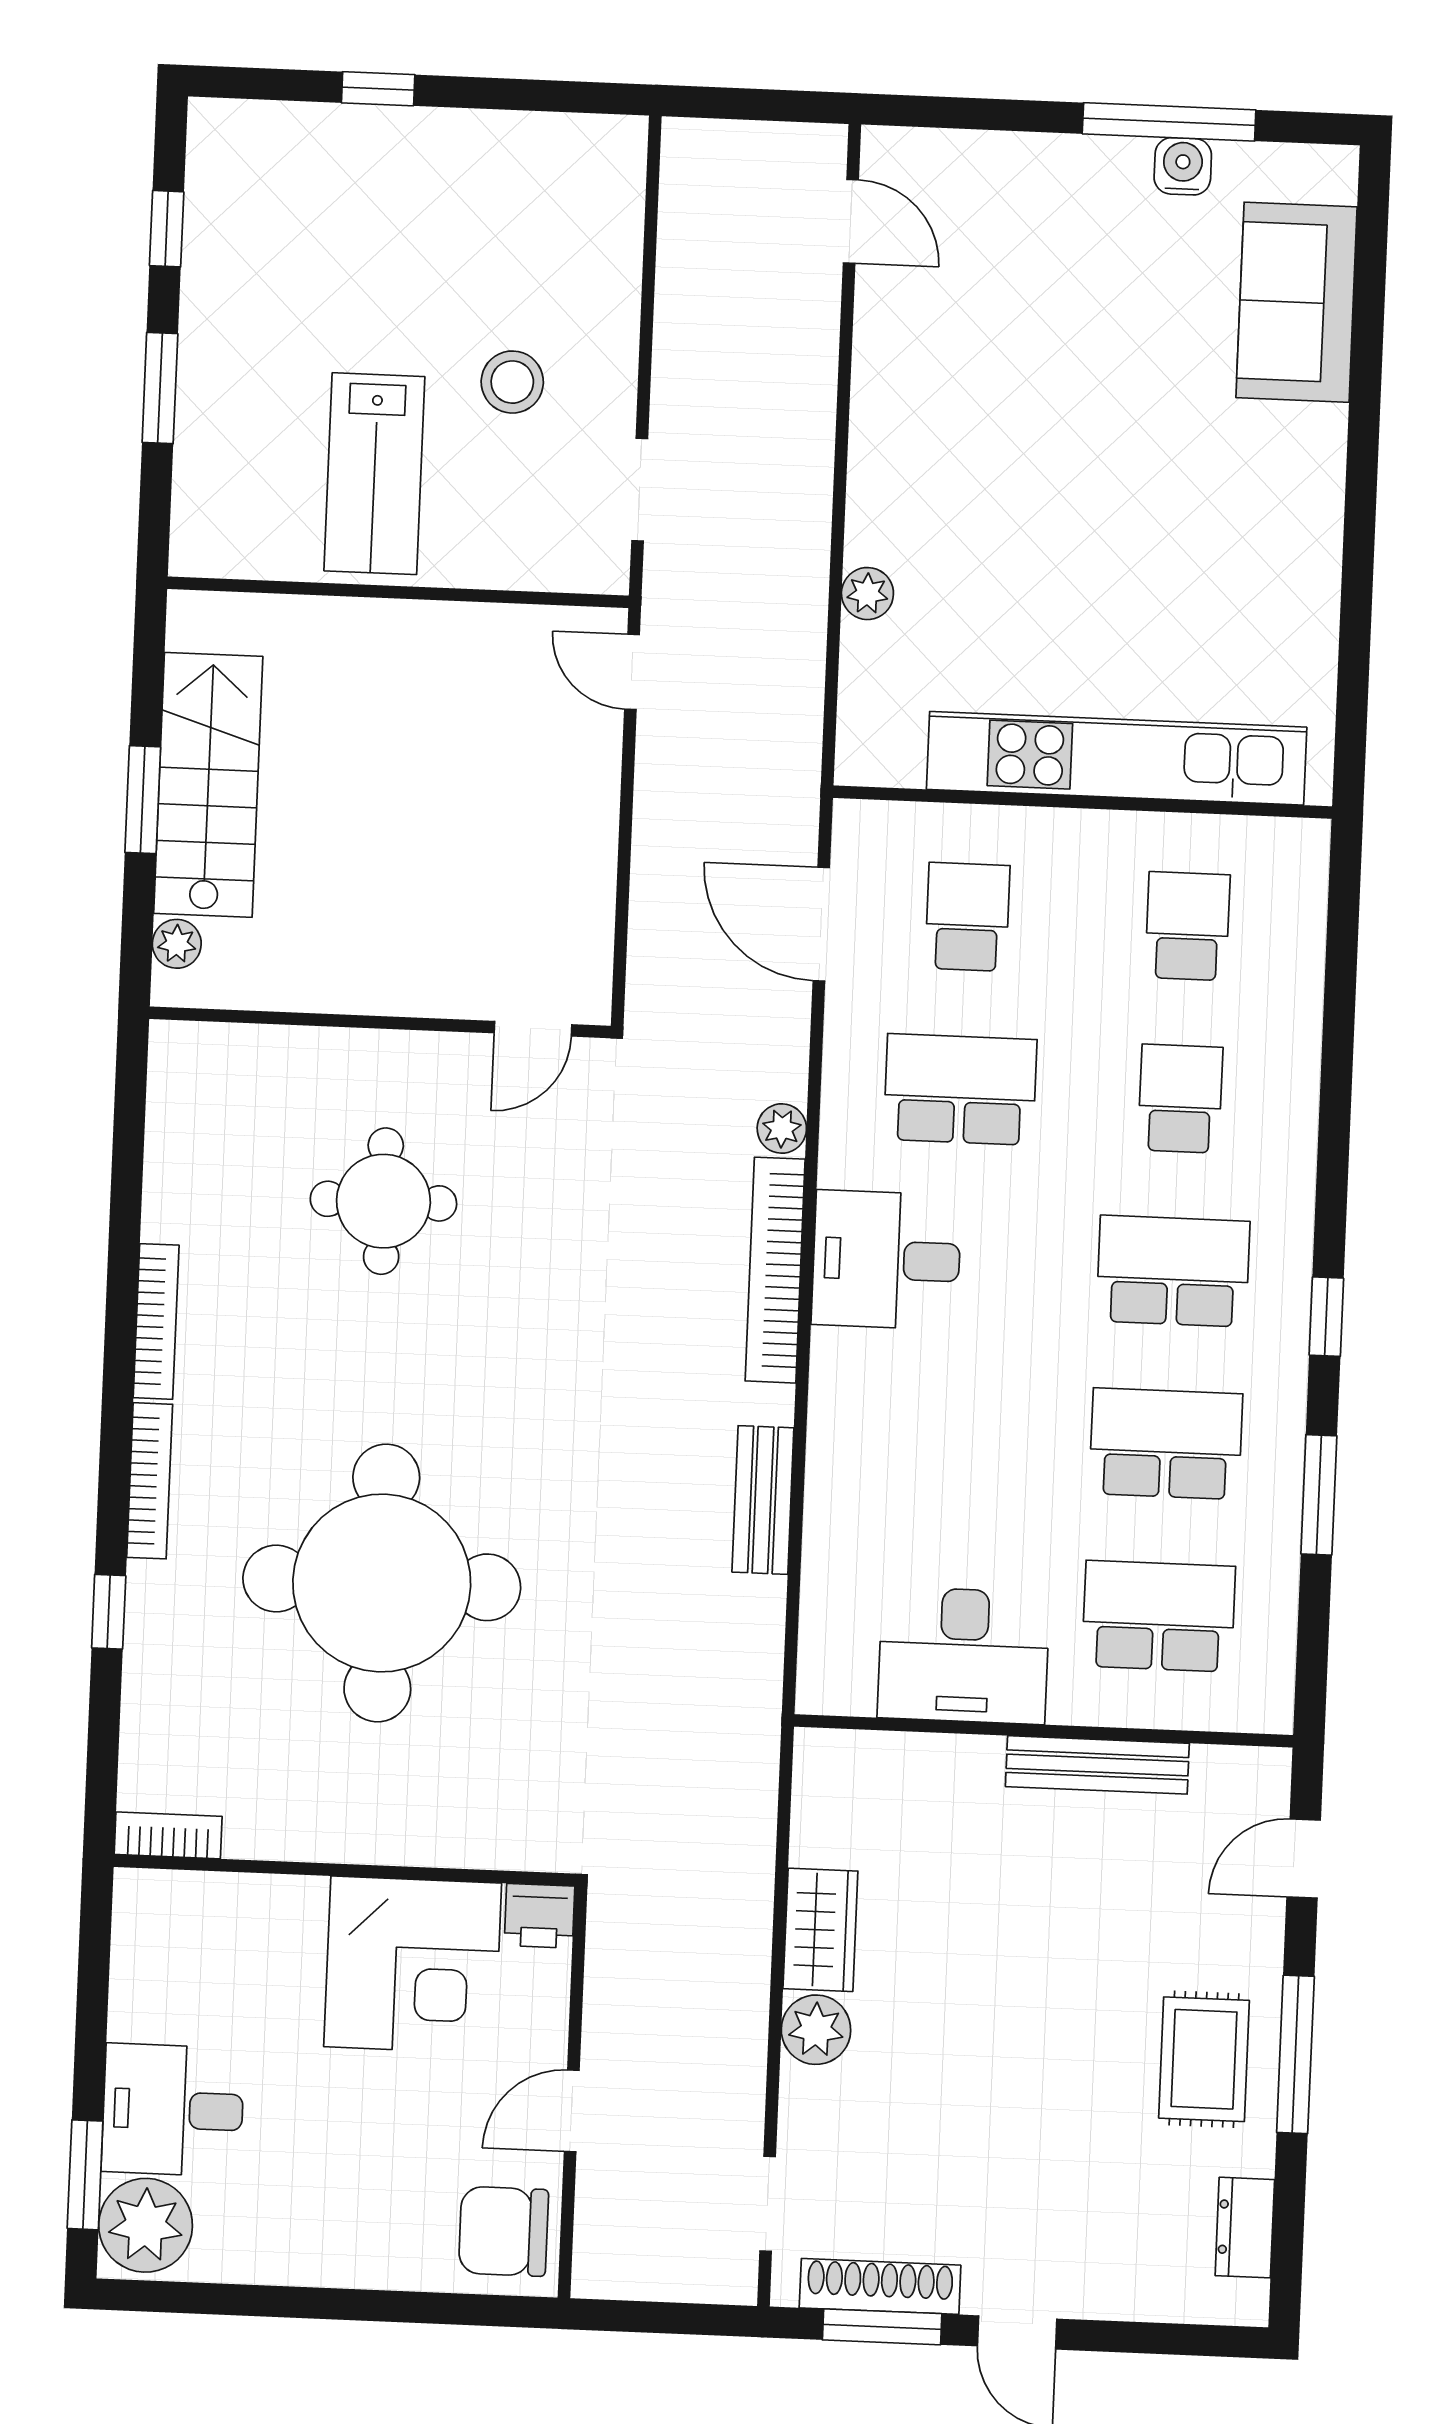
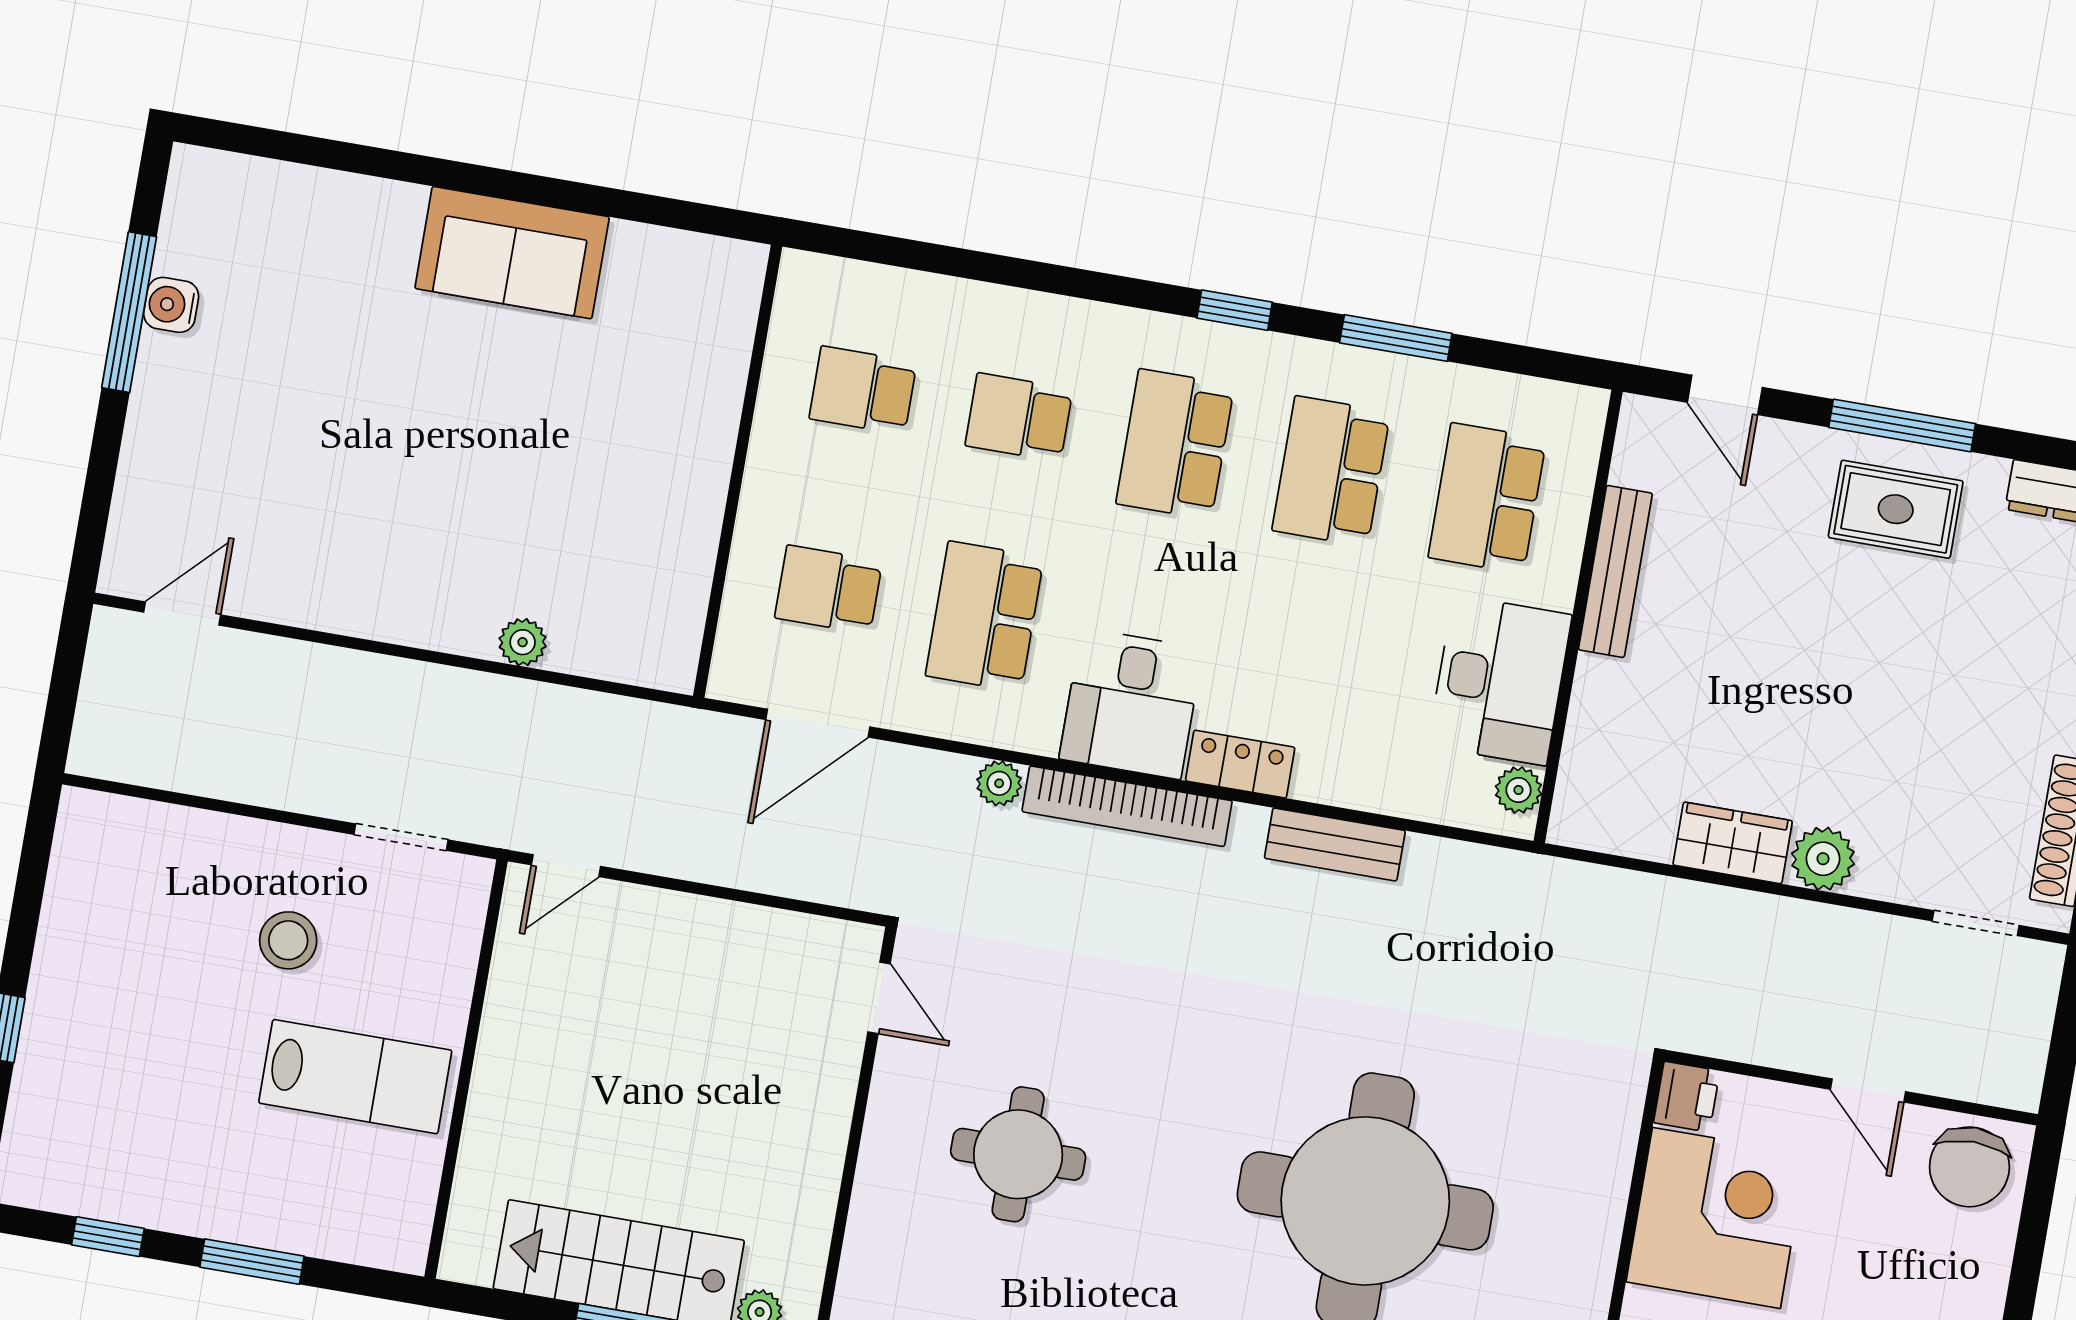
sofa: (1297, 302) -> (512, 253), moved
kitchen unit: (1117, 758) -> (702, 435), removed
locker: (836, 1386) -> (1240, 764), added
plant: (848, 1691) -> (1518, 790), added

